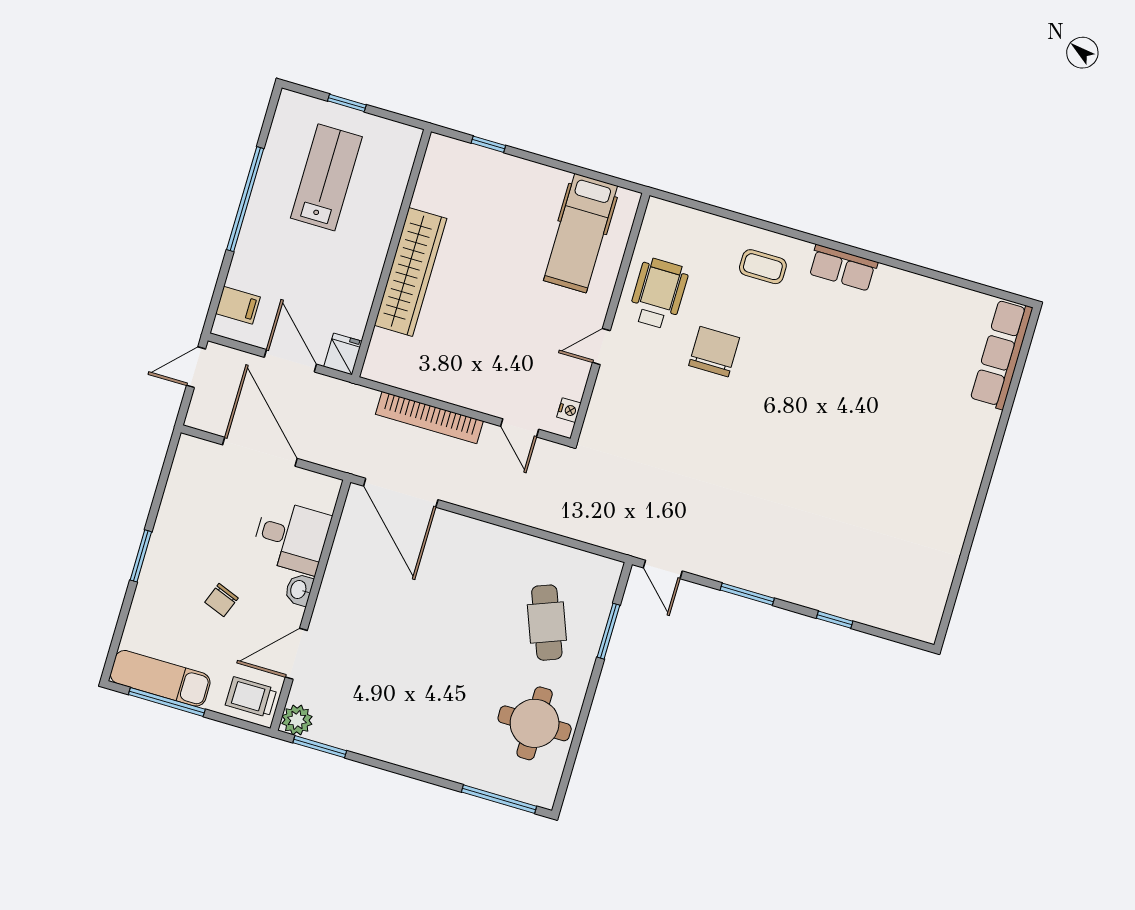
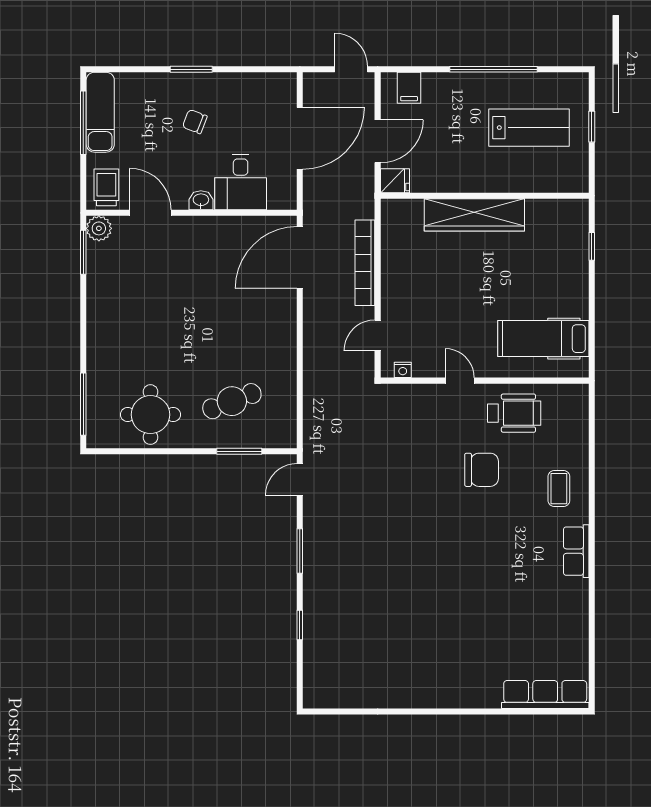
chair: (221, 600) -> (195, 122), moved

